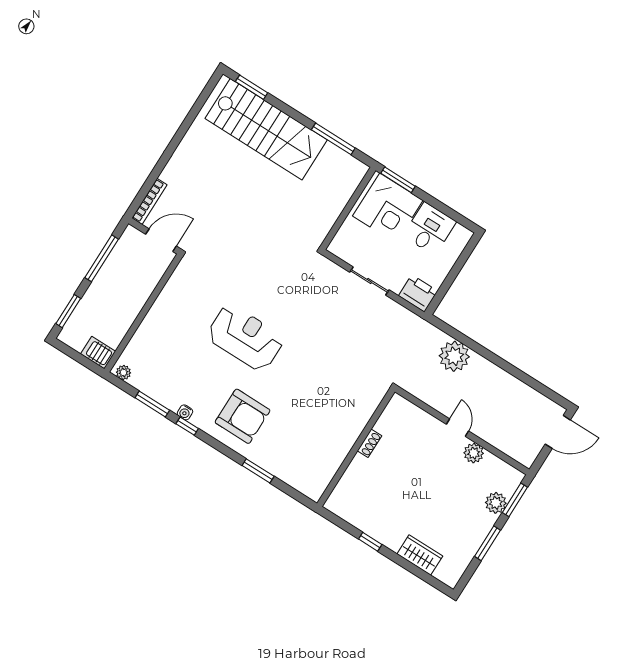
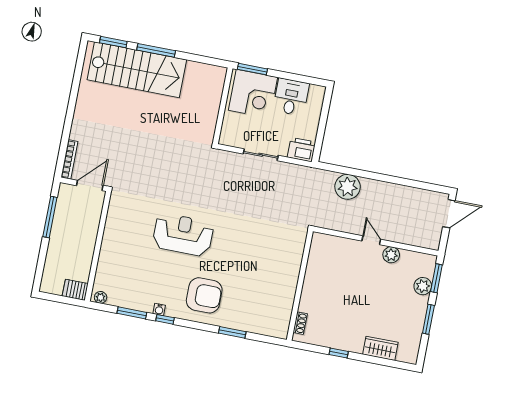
window: (333, 139) -> (156, 50), moved
window: (68, 311) -> (40, 267), removed
shoe rack: (370, 443) -> (300, 323), moved

